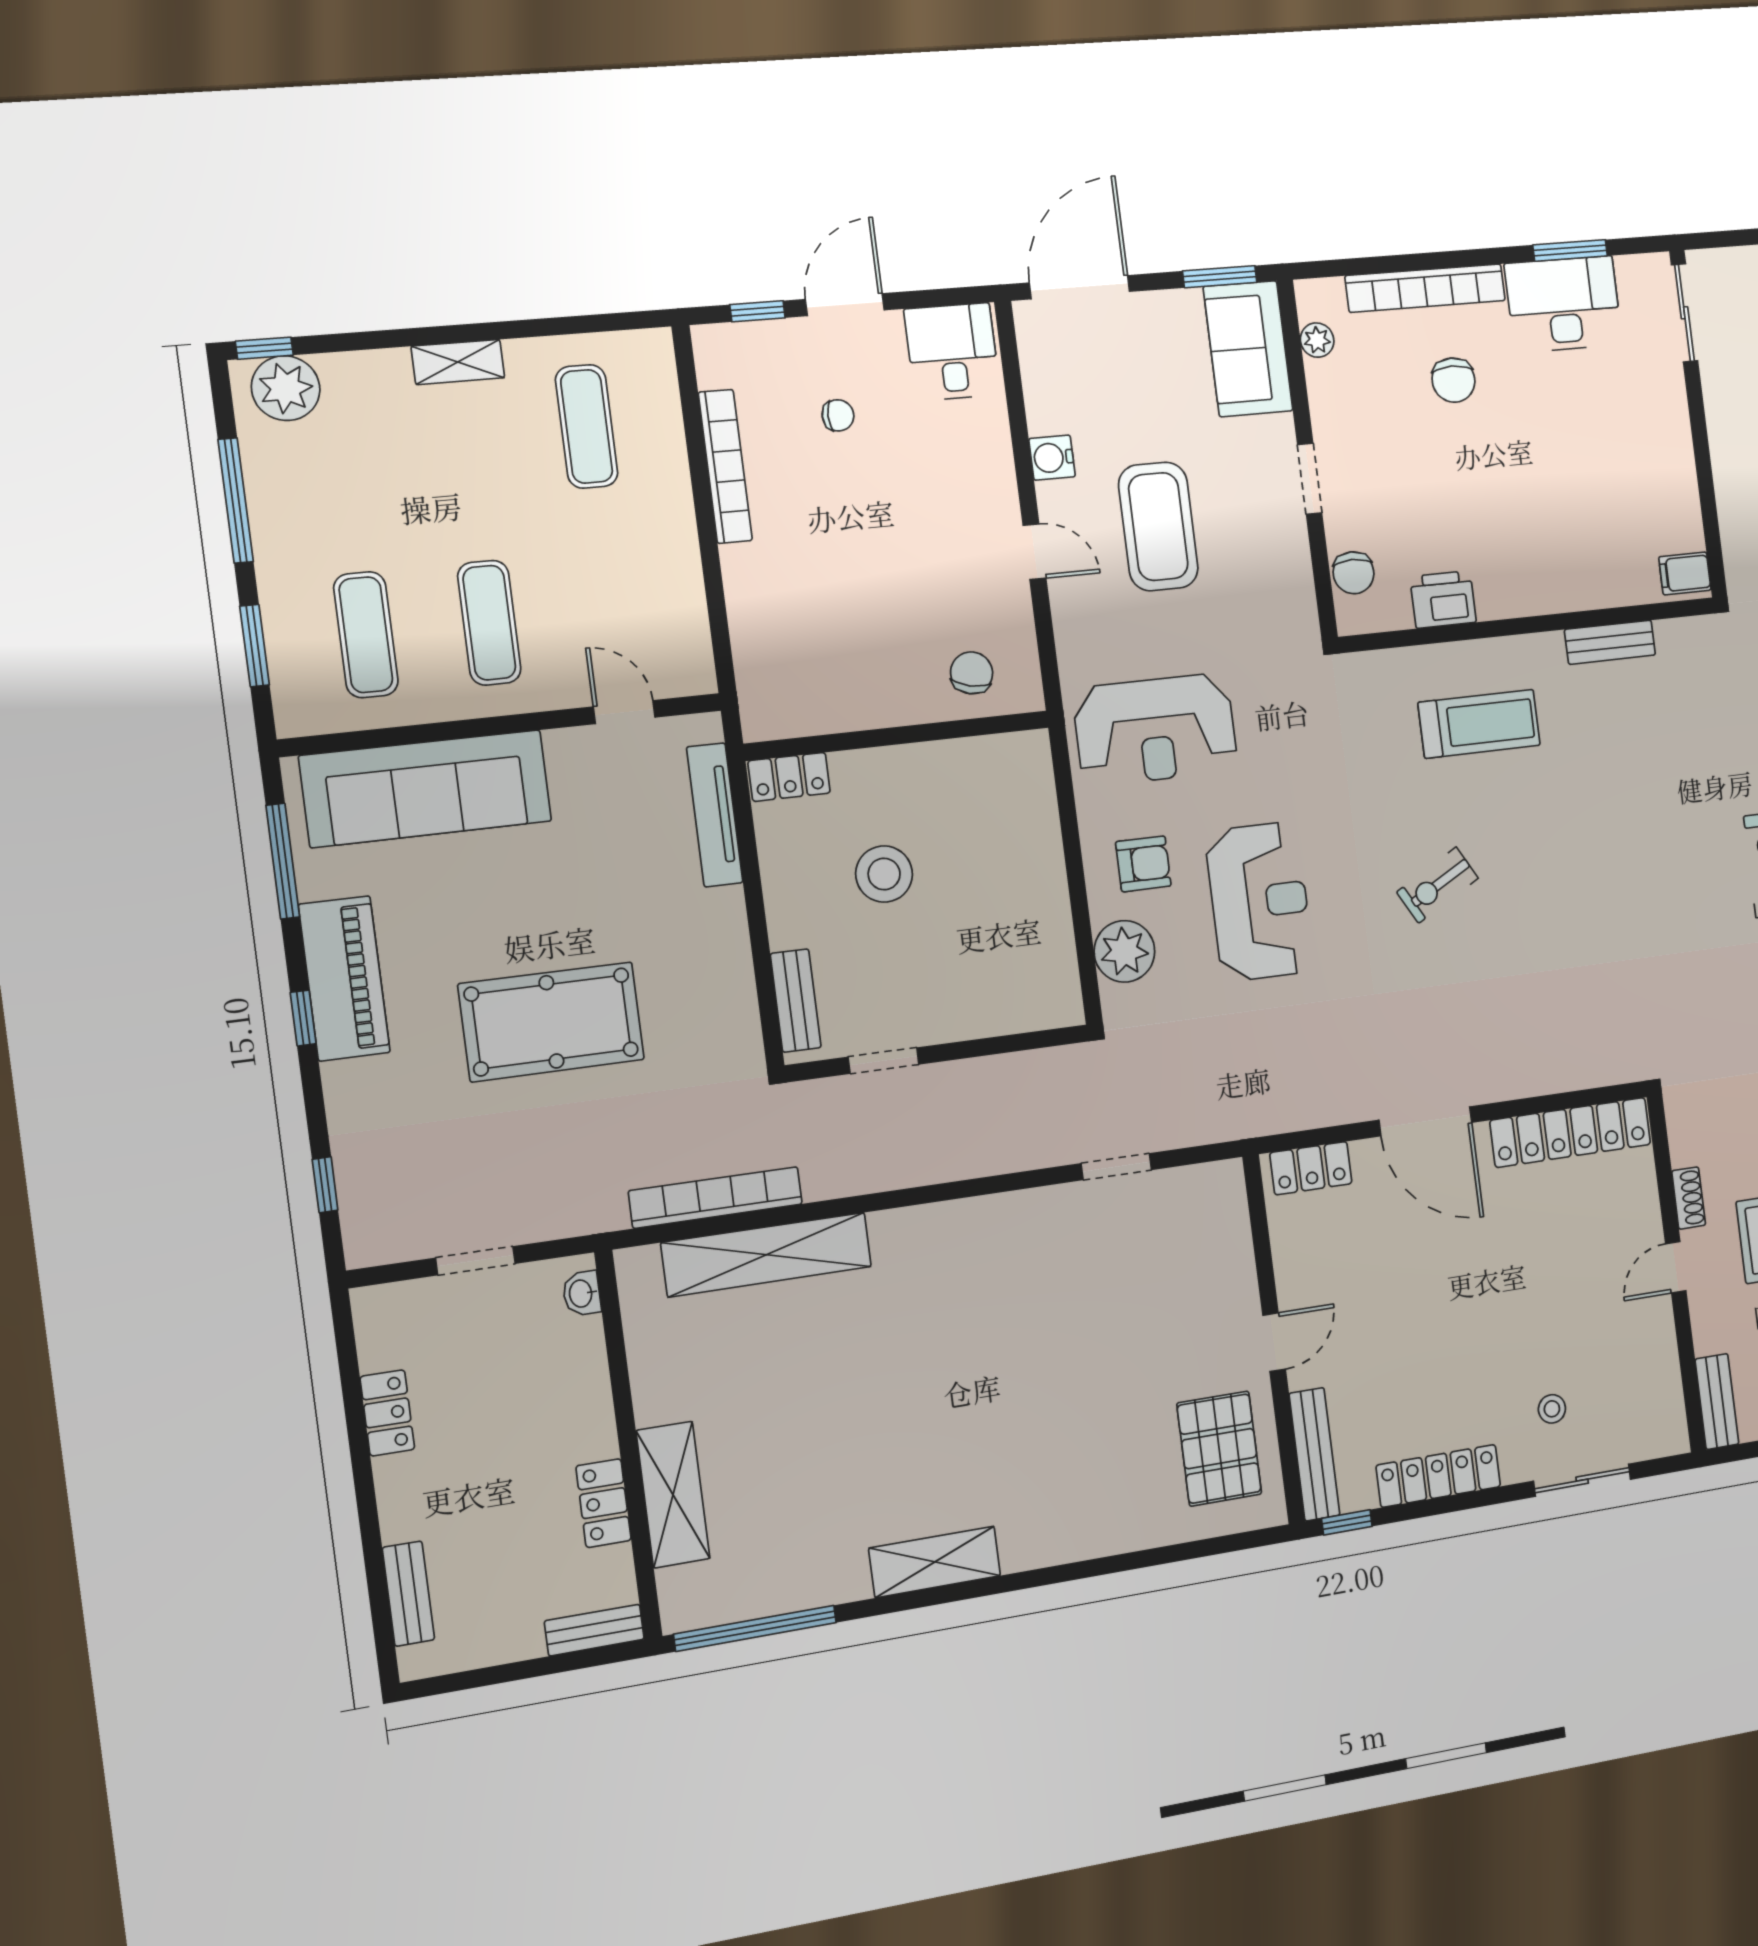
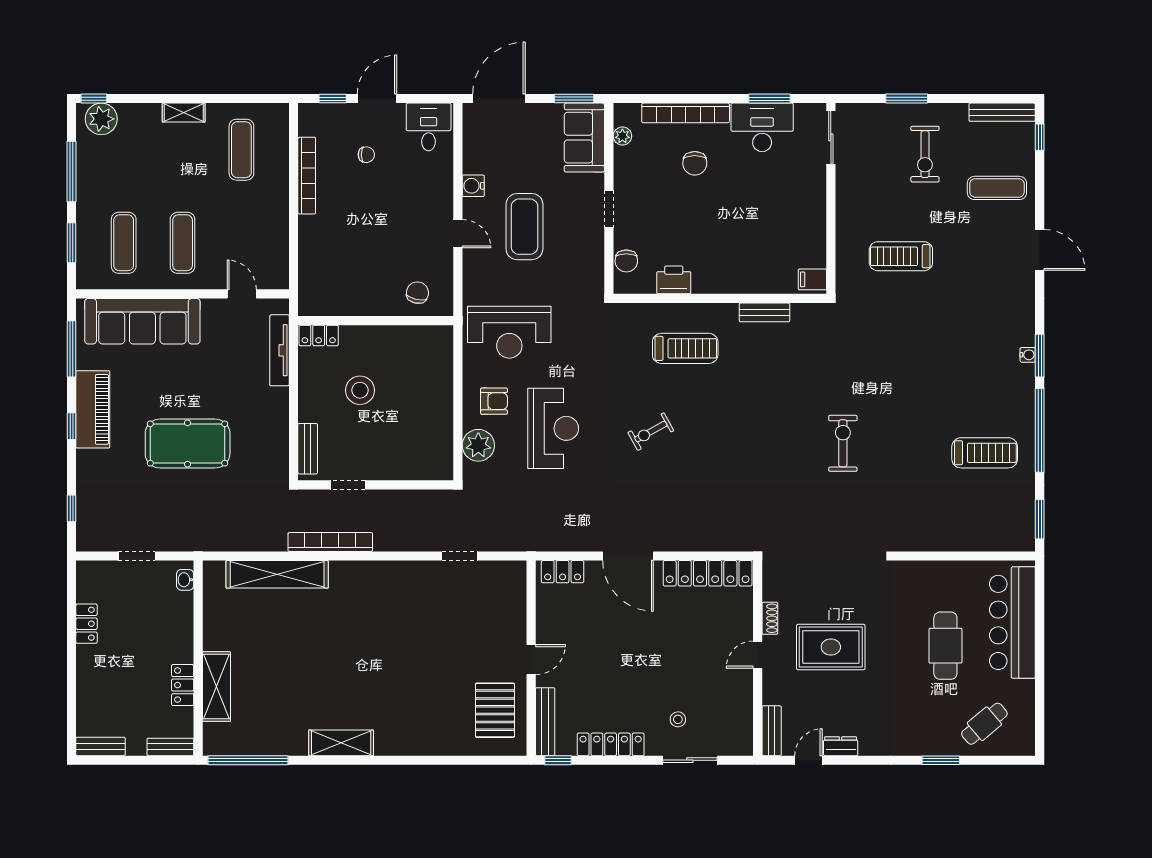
bookcase: (716, 1197) -> (330, 542), moved
bench: (408, 1594) -> (101, 746), moved, turned 90

